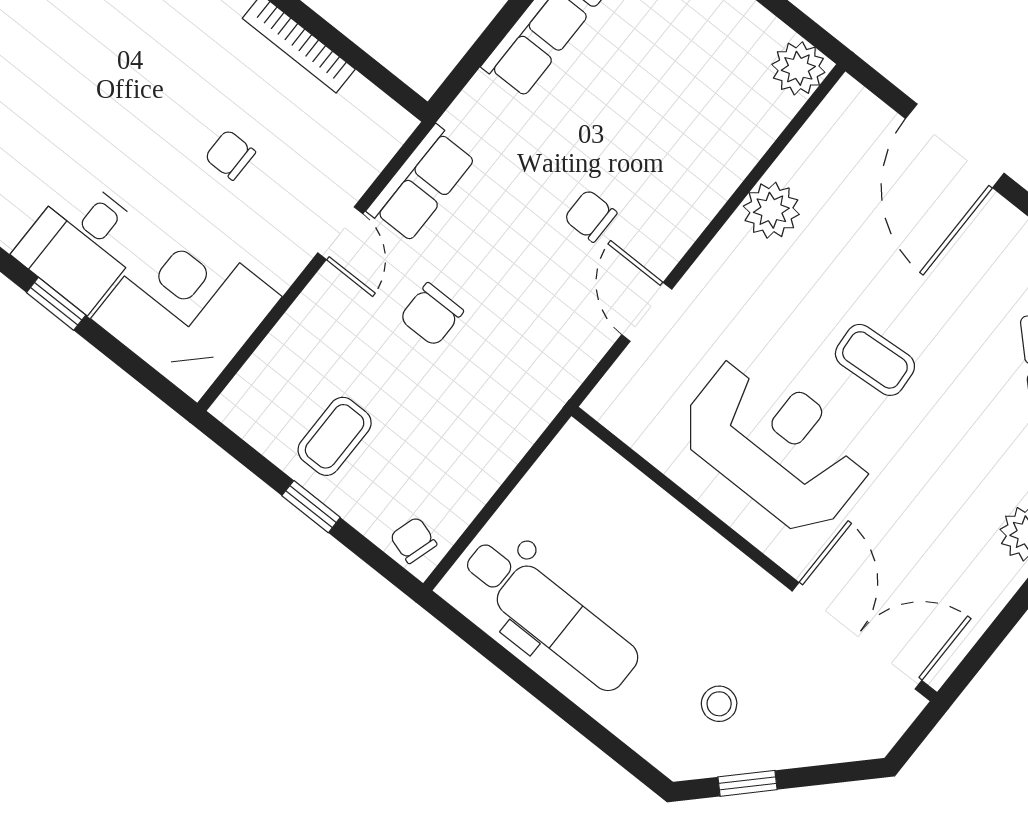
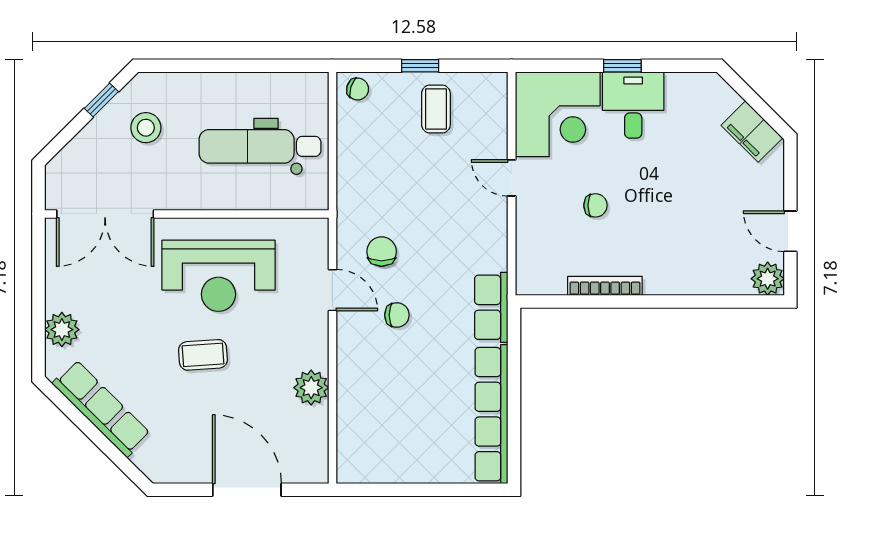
plant: (798, 68) -> (353, 467), removed
row of seats: (422, 184) -> (491, 307), moved
door: (340, 233) -> (512, 178), moved
chair: (431, 315) -> (382, 252), moved
dental chair: (551, 615) -> (260, 146), moved
stool: (719, 704) -> (146, 128), width x1.37, depth x1.37

